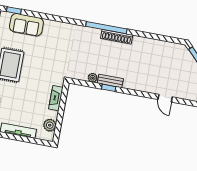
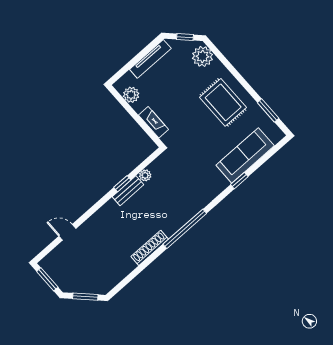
window: (14, 10) -> (239, 181), moved
sofa: (26, 25) -> (245, 155), width x1.36
shoe rack: (117, 37) -> (150, 248), moved

